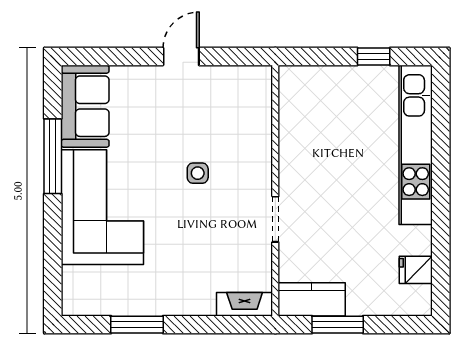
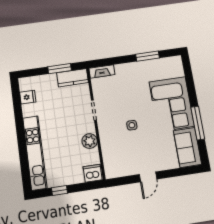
dishwasher: (298, 82) -> (93, 173), added
plant: (295, 152) -> (90, 141), added

